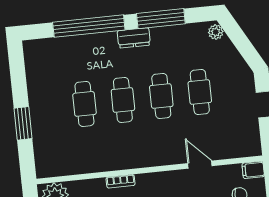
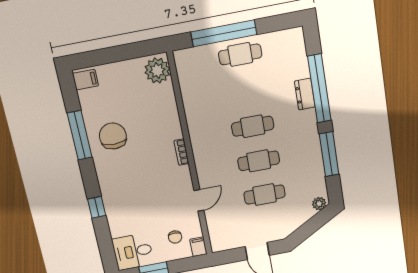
dresser: (134, 38) -> (305, 94), moved
cafe table: (84, 104) -> (240, 54), moved
window: (23, 123) -> (224, 33), width x2.11
bookcase: (121, 181) -> (181, 152), moved

